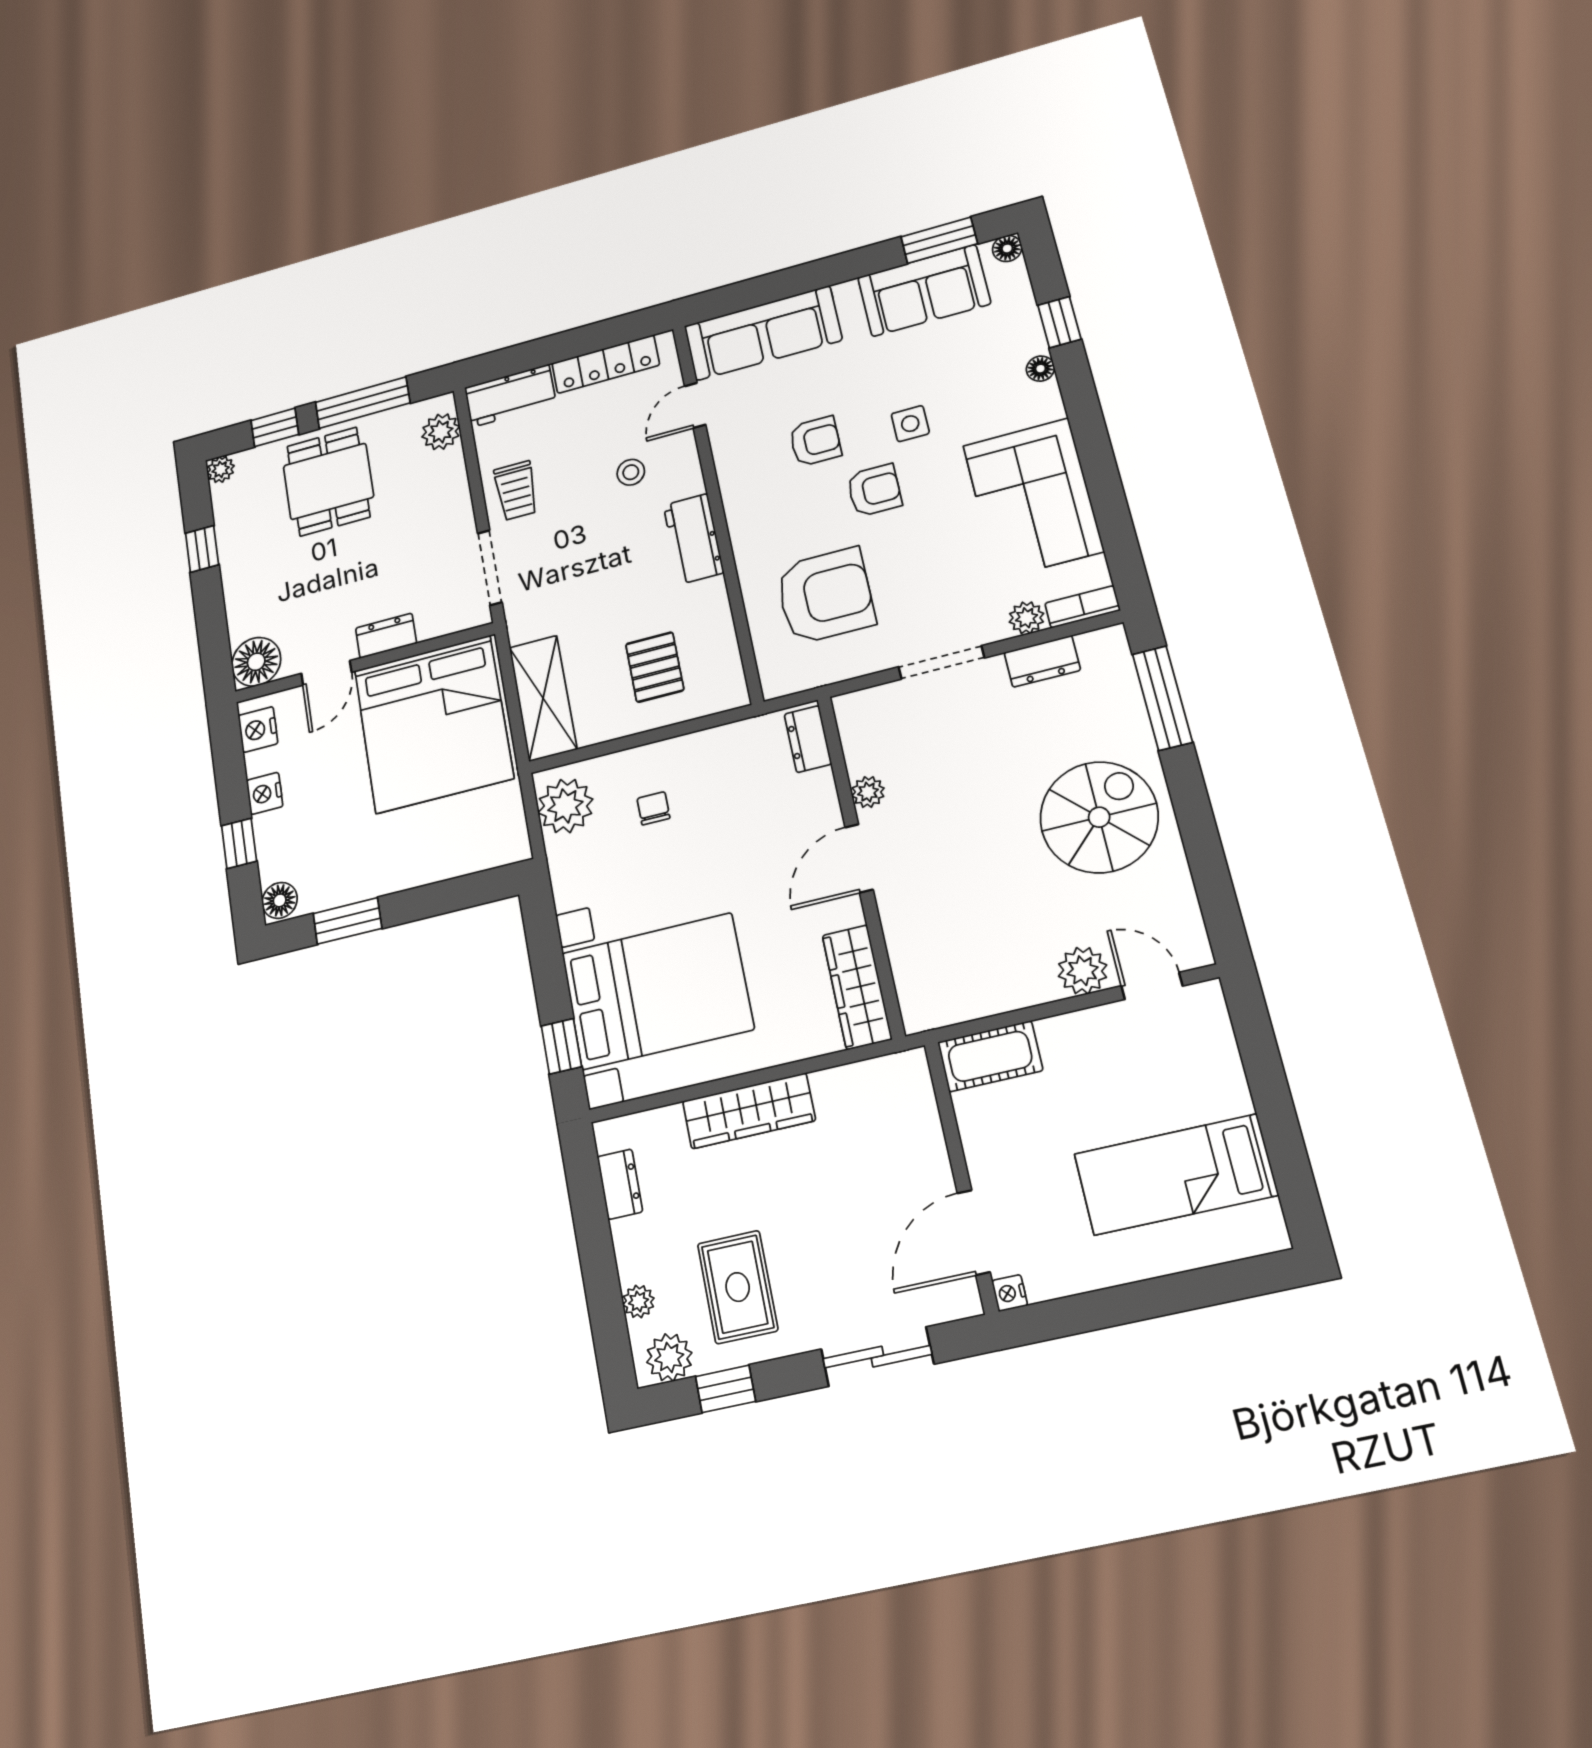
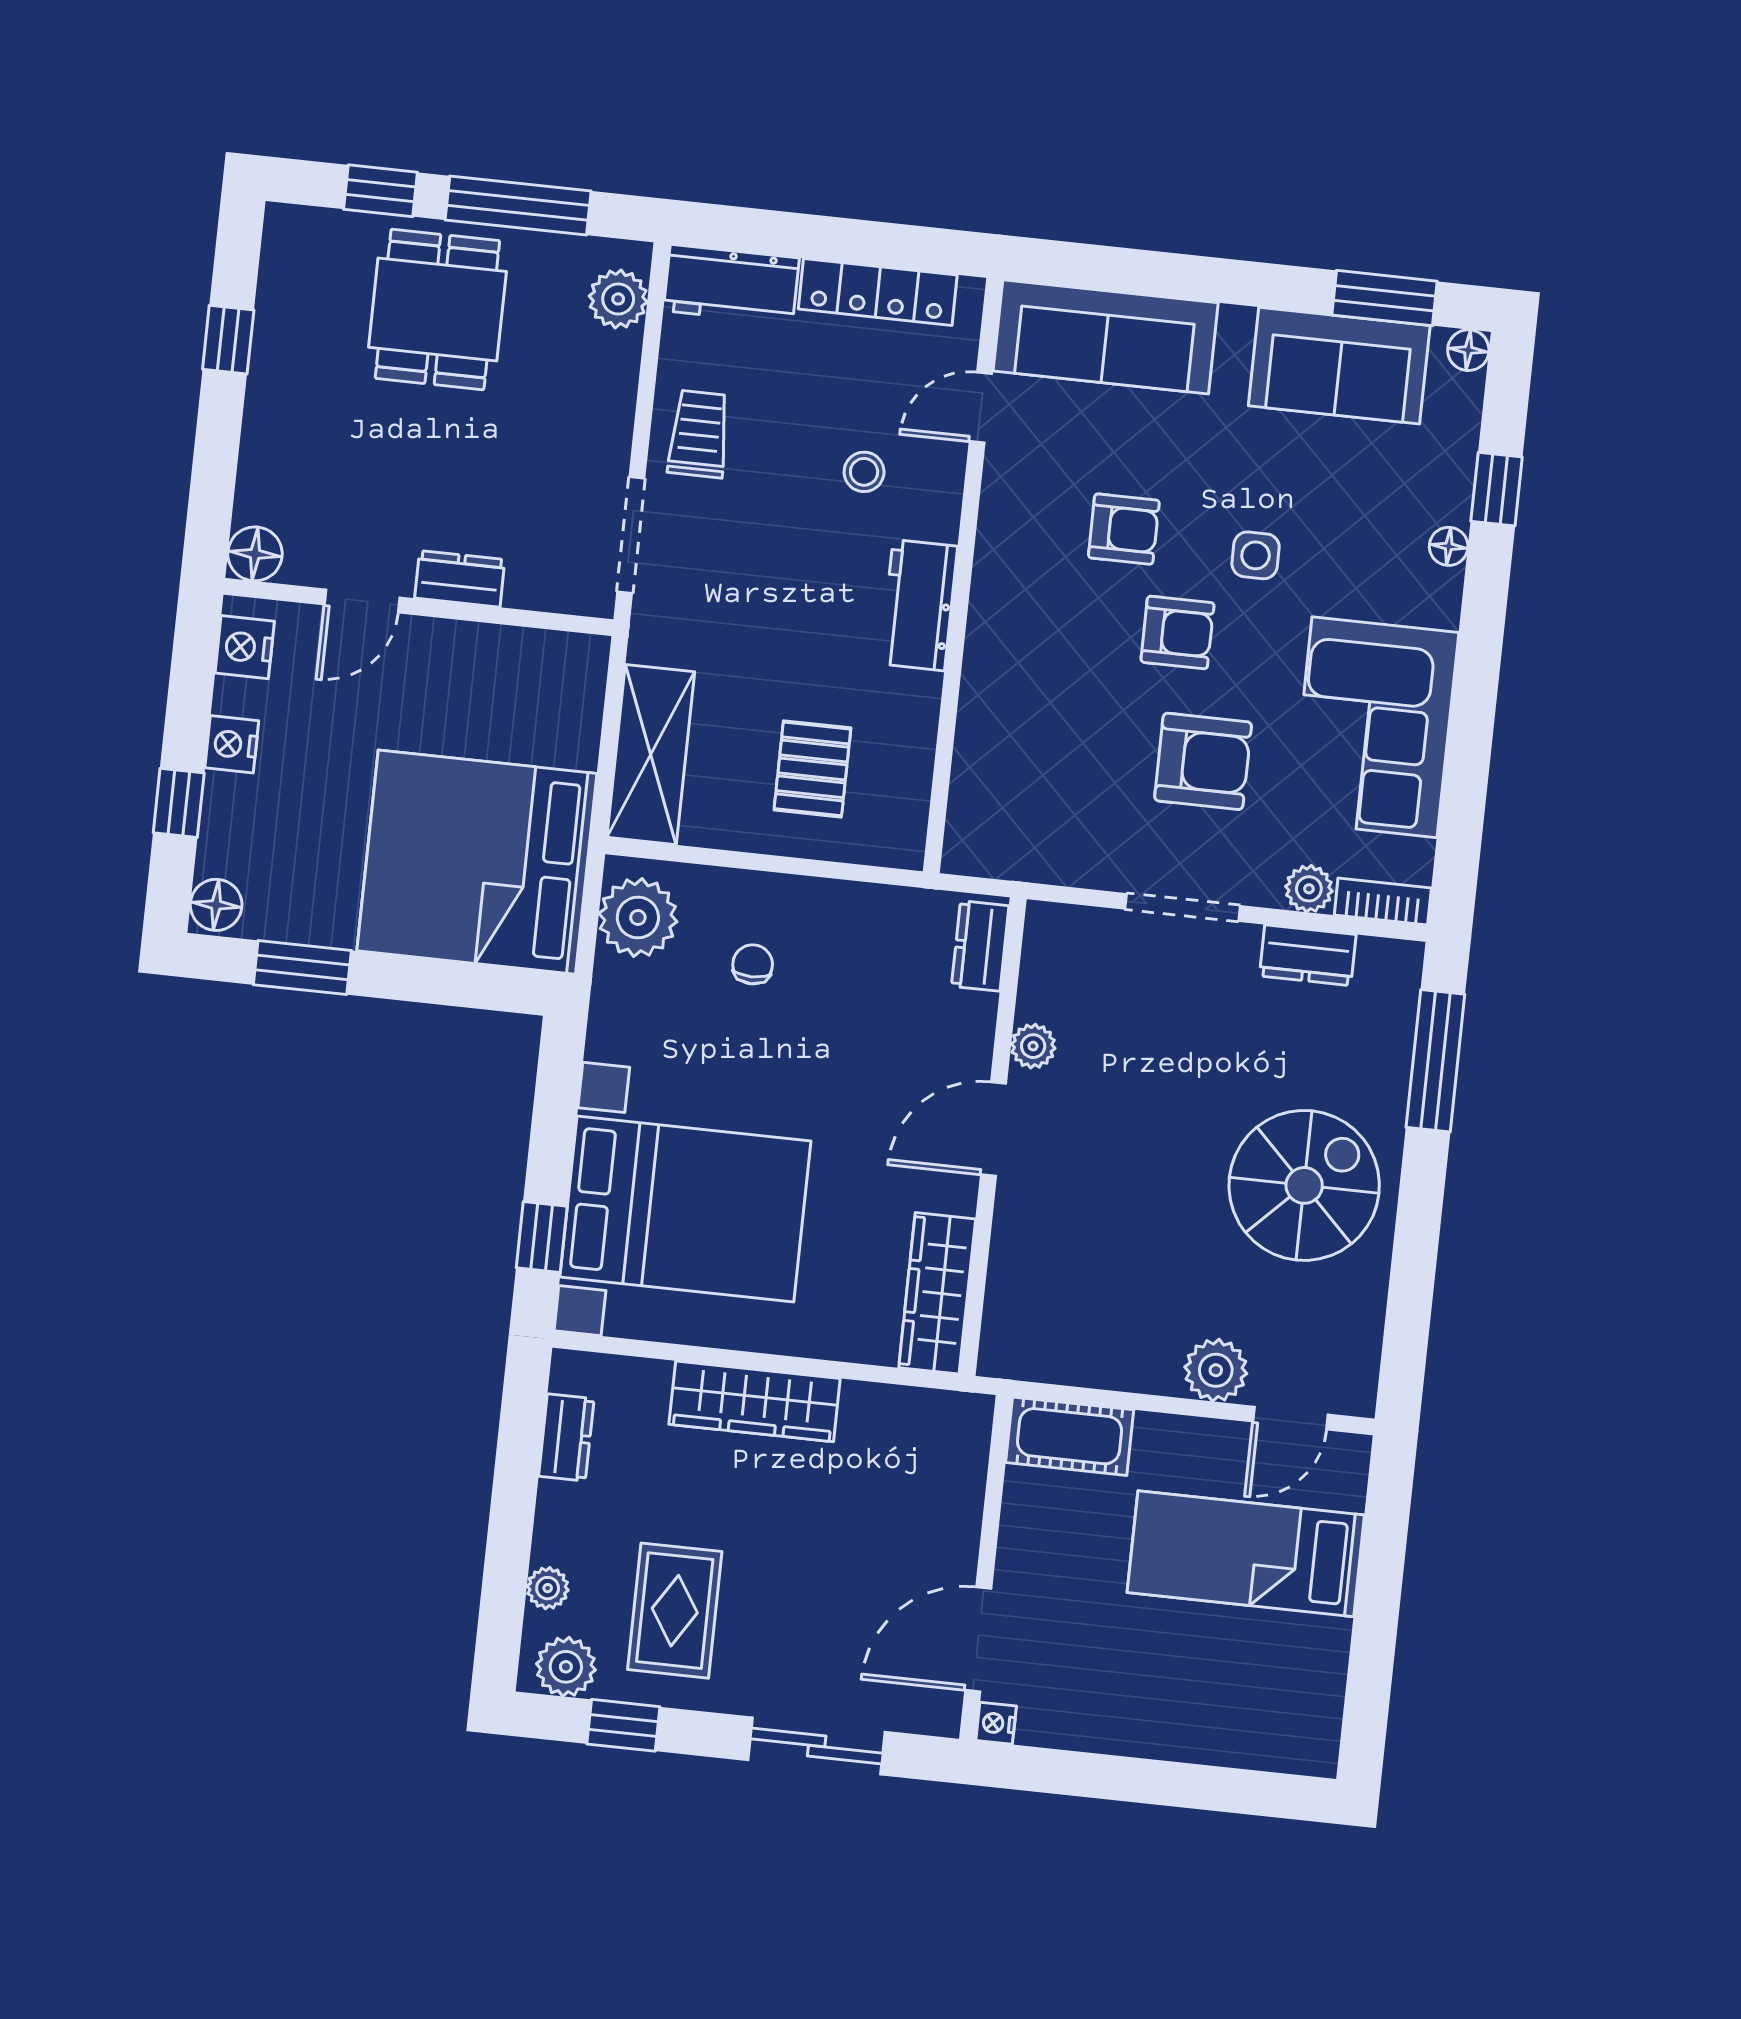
plant: (221, 469) -> (285, 225), removed
trolley: (516, 491) -> (699, 434), turned 180
armchair: (825, 596) -> (1203, 761), moved, width x0.73, depth x0.73
floor lamp: (256, 662) -> (255, 554), width x0.73, depth x0.73
bed: (433, 724) -> (477, 862), moved, turned 90
door: (1152, 986) -> (1290, 1418), swing flipped
bed: (1175, 1175) -> (1246, 1554), moved

